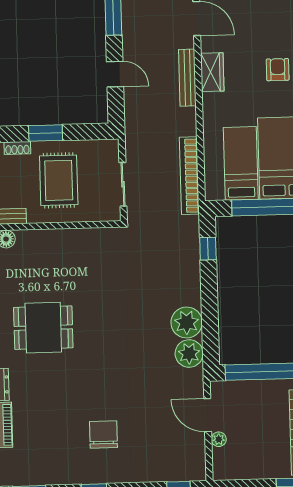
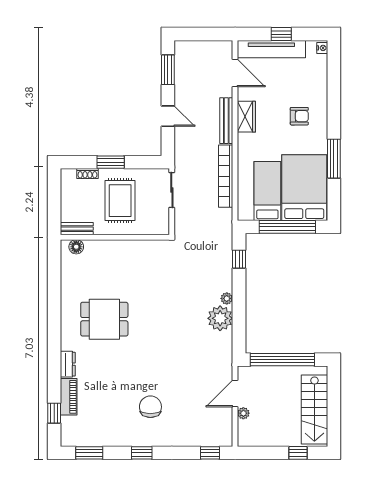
armchair: (278, 70) -> (299, 116), turned 90
bookcase: (189, 176) -> (226, 176), moved
sliding door: (123, 184) -> (172, 190), moved
plant: (189, 353) -> (227, 298), moved, width x0.53, depth x0.53
door: (208, 415) -> (235, 394), hinge flipped

